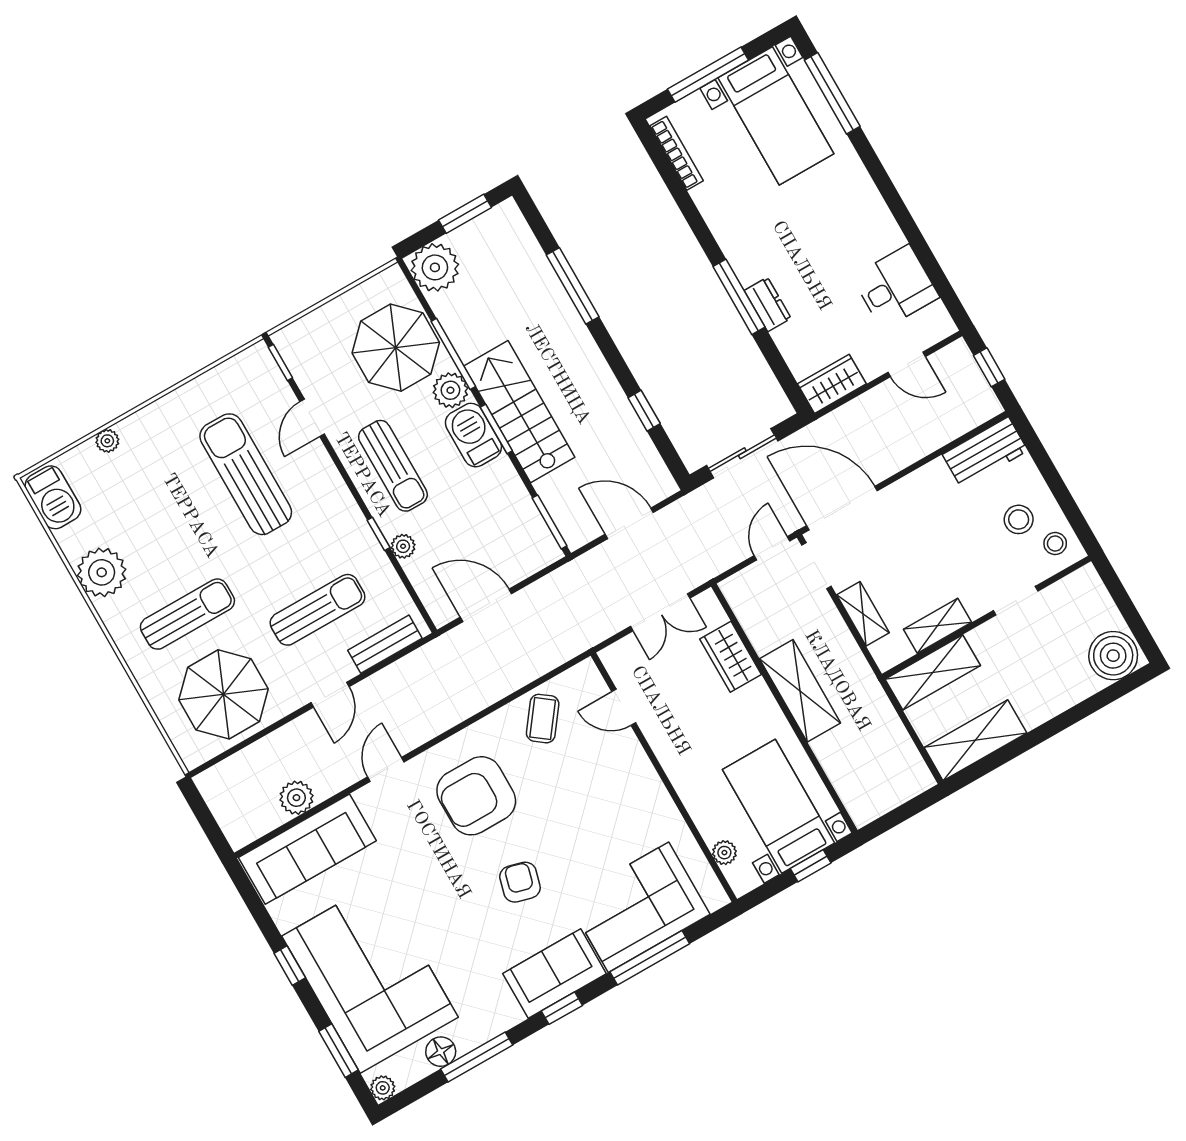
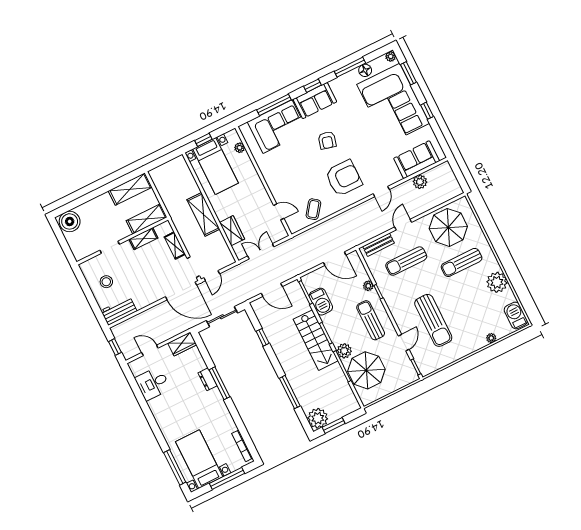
plant: (435, 267) -> (318, 418), moved
barbecue: (473, 435) -> (321, 302), moved
stool: (1055, 544) -> (91, 271), removed
sofa: (307, 849) -> (417, 160), width x0.73

